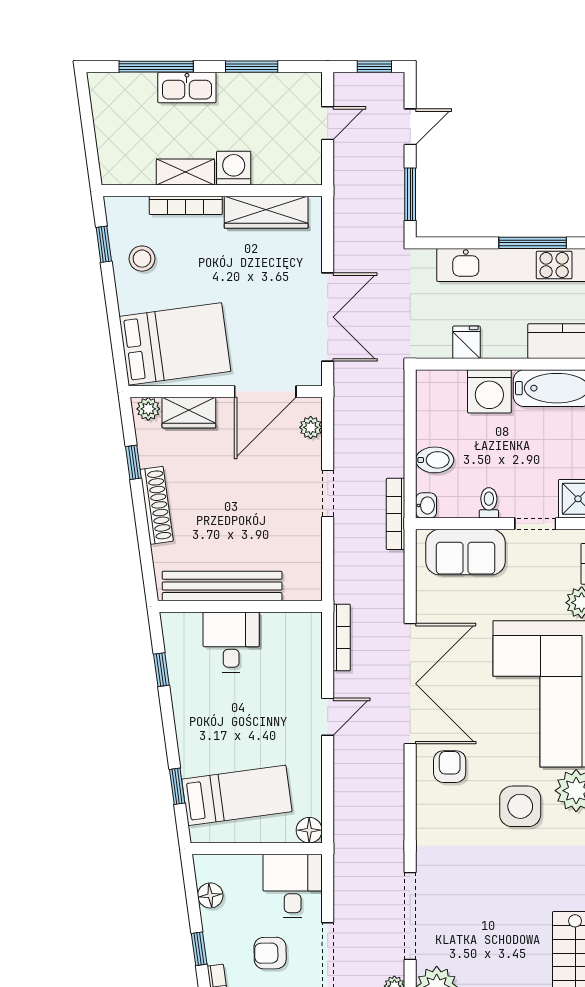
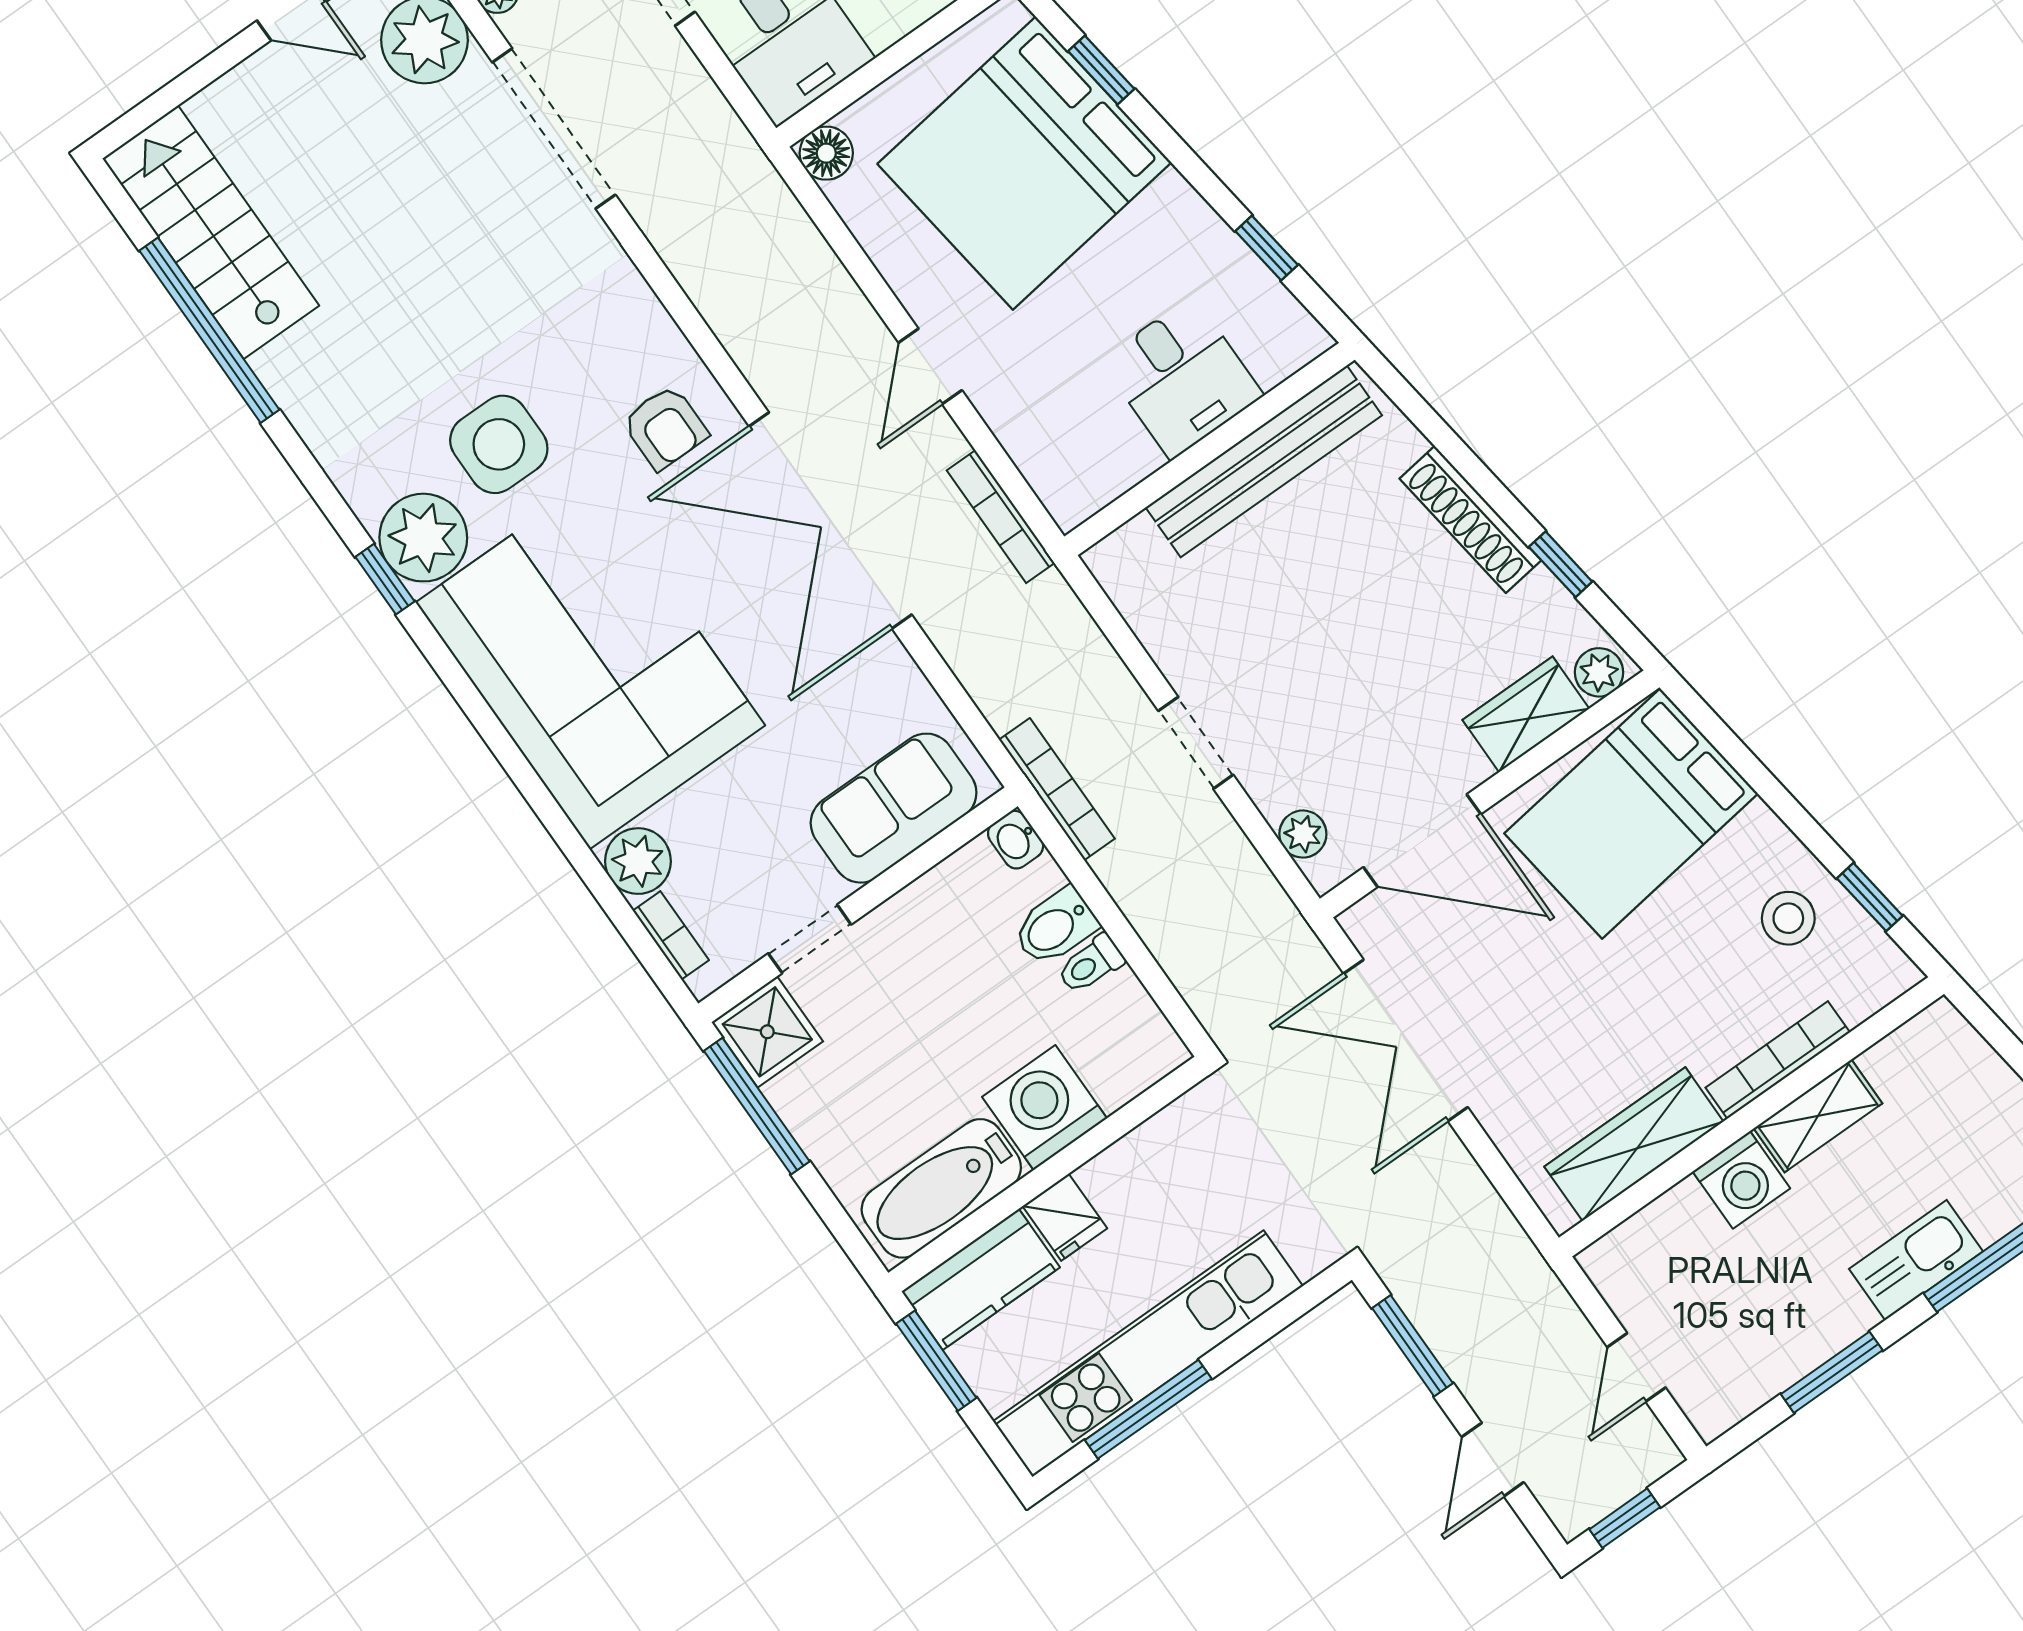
fridge: (467, 342) -> (1065, 1217), moved
door: (265, 392) -> (1422, 841), swing flipped
toilet: (489, 503) -> (1091, 964), moved, turned 90
bed: (237, 795) -> (1024, 163), width x2.04

